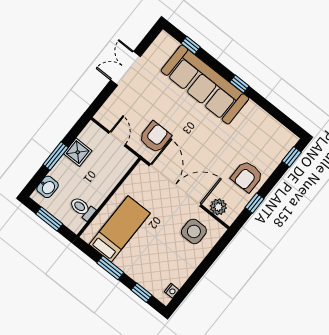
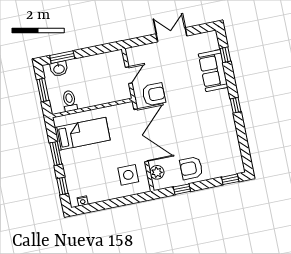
sofa: (205, 85) -> (213, 71), width x0.54, depth x0.79
shower: (78, 152) -> (96, 63), removed
window: (56, 156) -> (62, 57), moved

